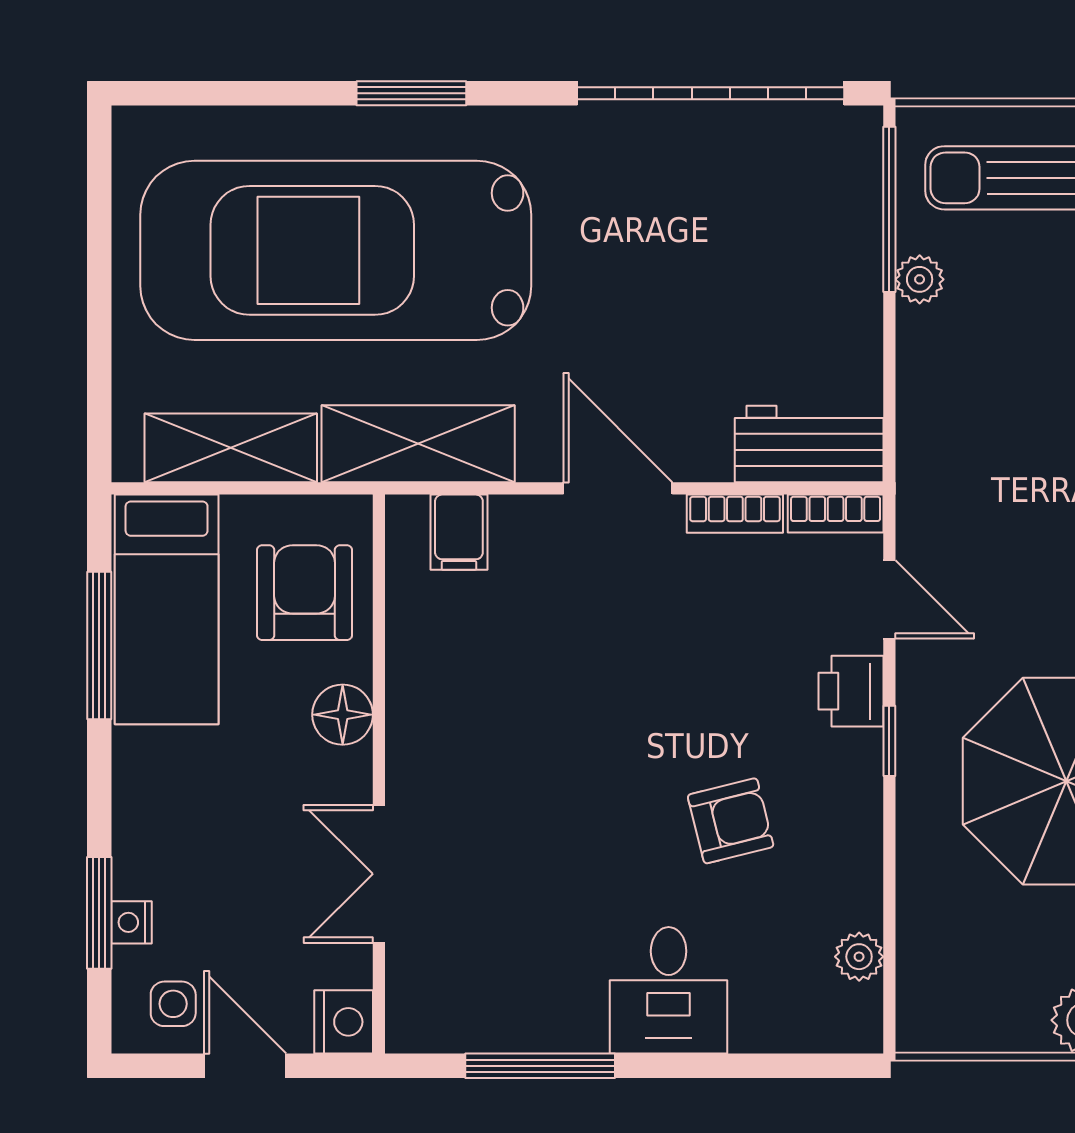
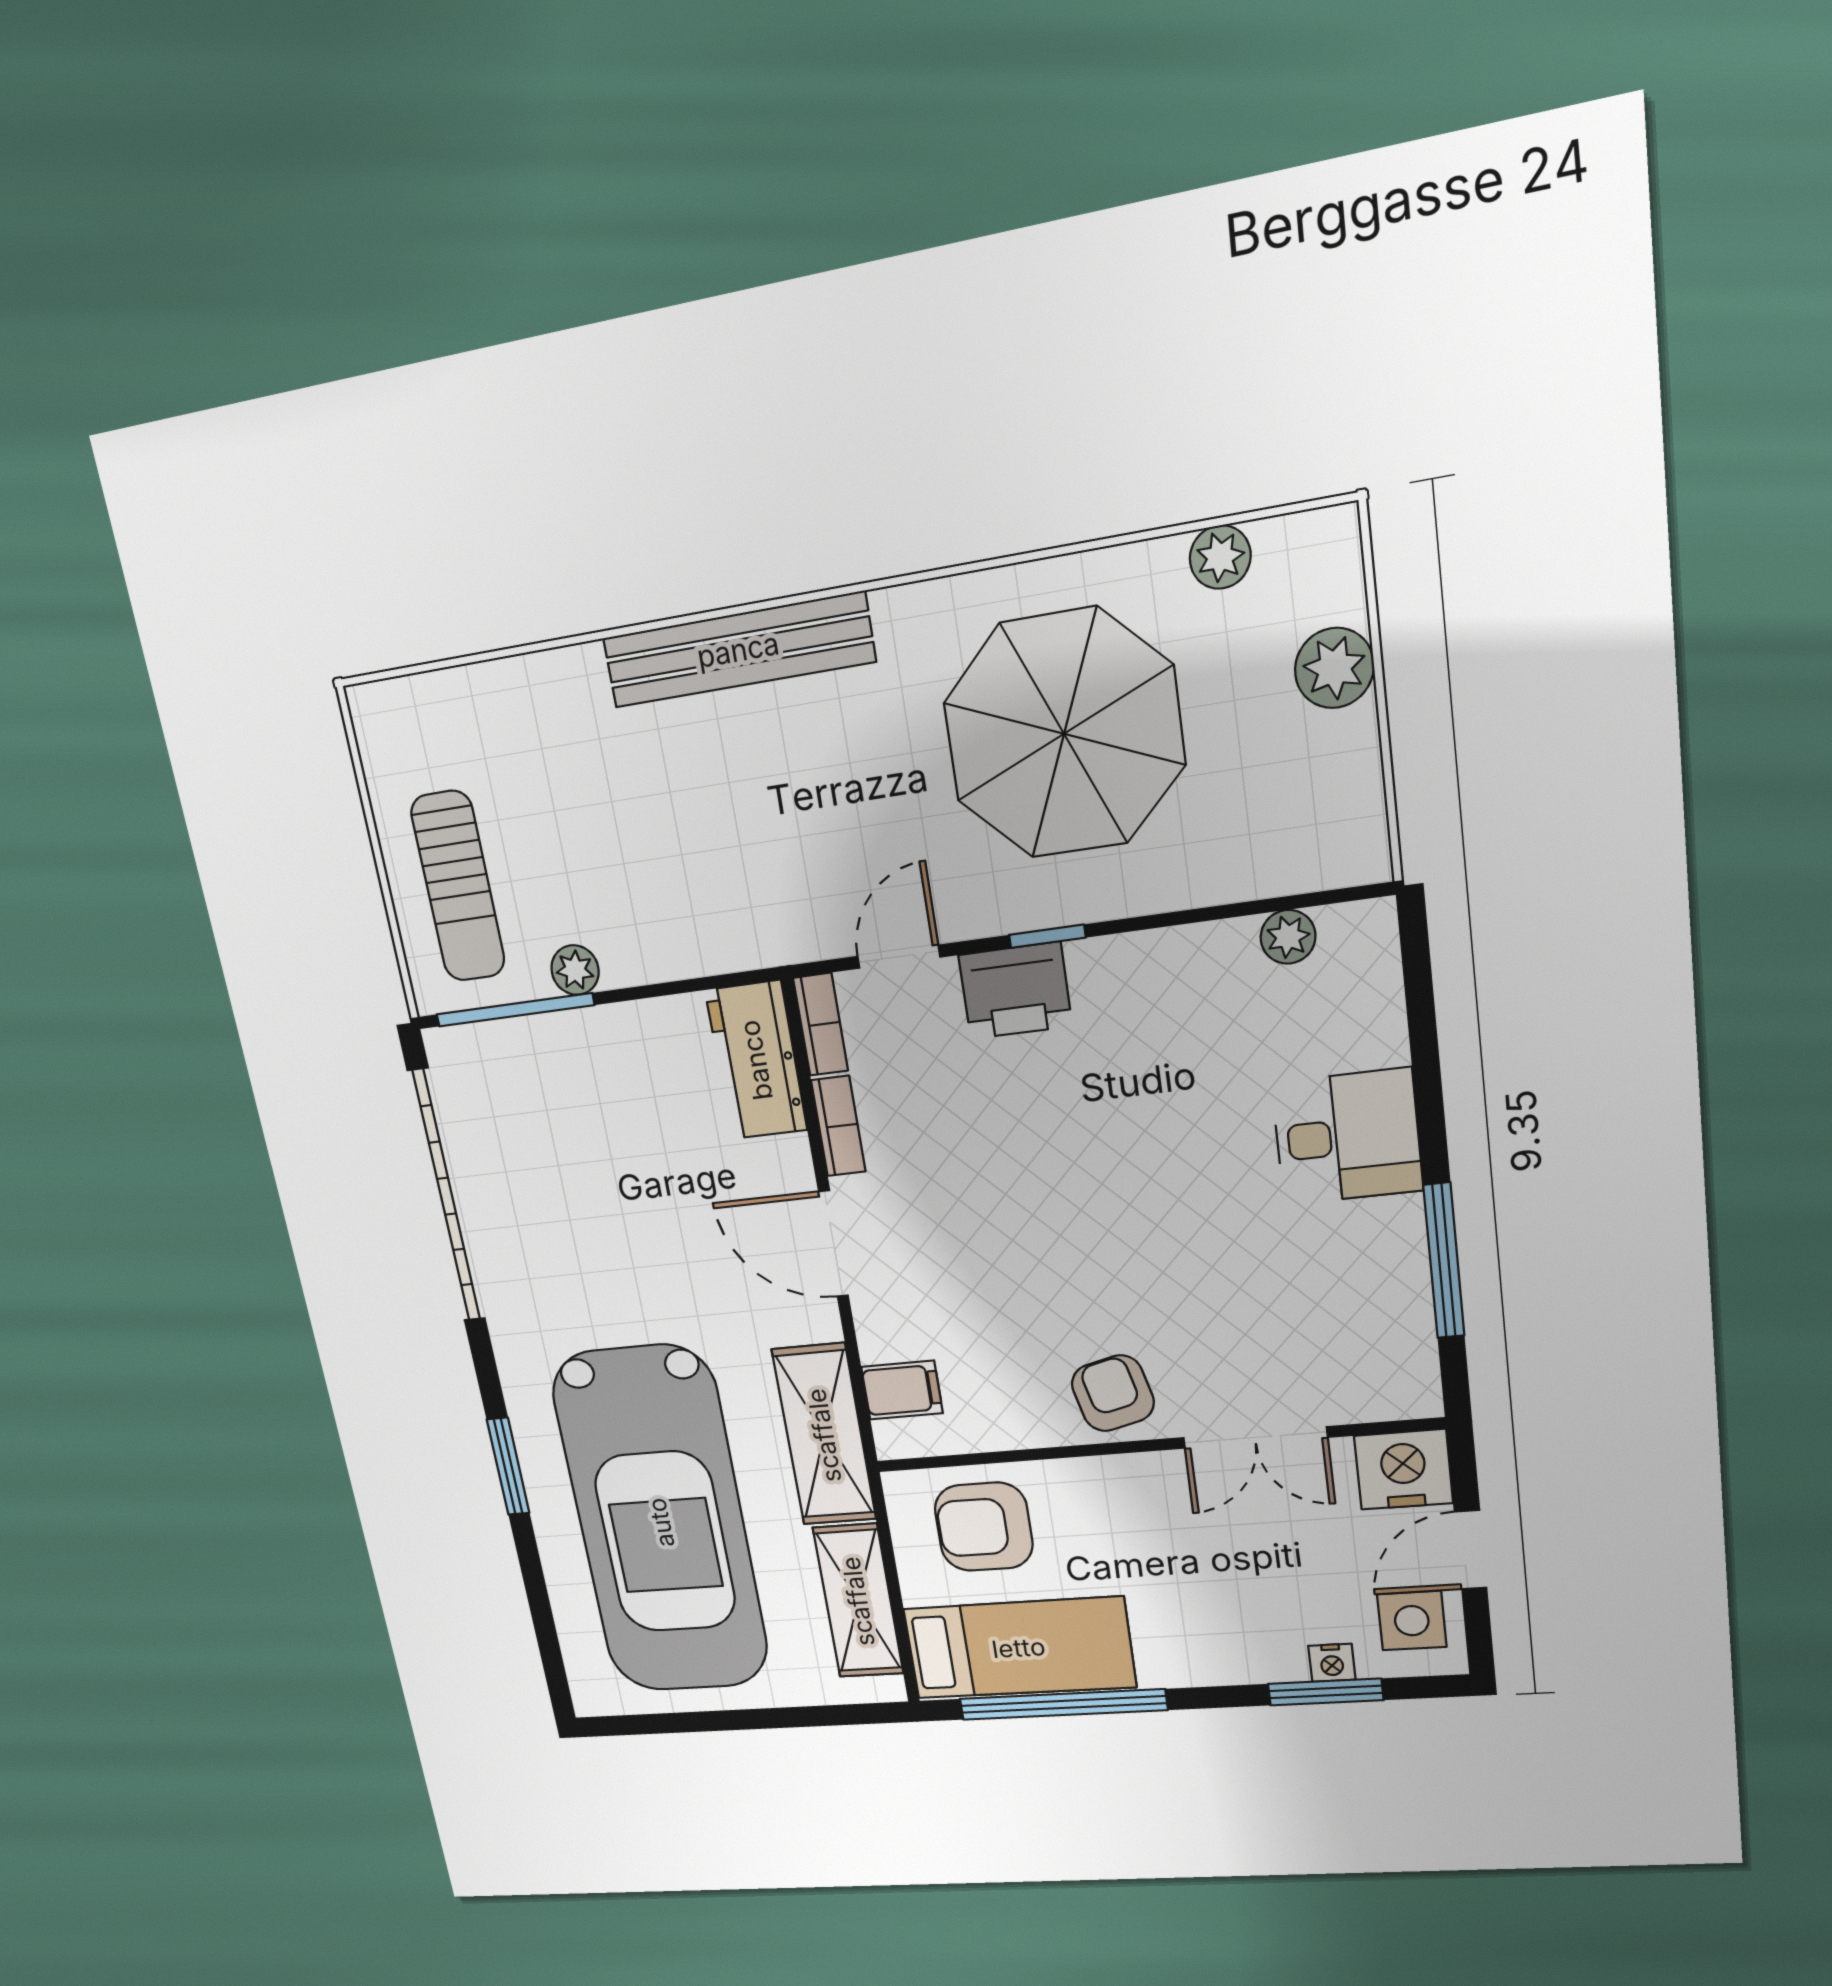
door: (618, 488) -> (833, 1244), hinge flipped
window: (99, 646) -> (1063, 1704), width x1.46
printer: (851, 691) -> (1015, 991), width x1.36, depth x1.24
floor lamp: (343, 715) -> (1098, 1484), removed
armchair: (731, 821) -> (1113, 1393), moved
side table: (173, 1004) -> (1412, 1621), width x1.37, depth x1.37
nightstand: (344, 1022) -> (1403, 1469), width x1.36, depth x1.33

